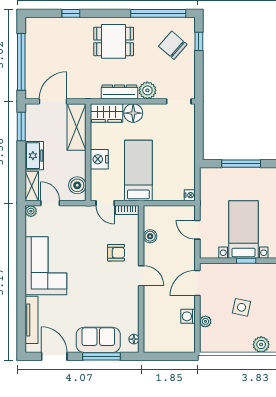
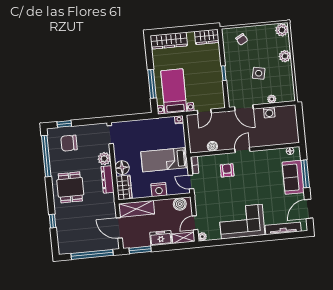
chair: (173, 45) -> (69, 143), turned 49
door: (105, 203) -> (191, 182), swing flipped
bed with nightstands: (243, 230) -> (174, 91), moved, turned 90

